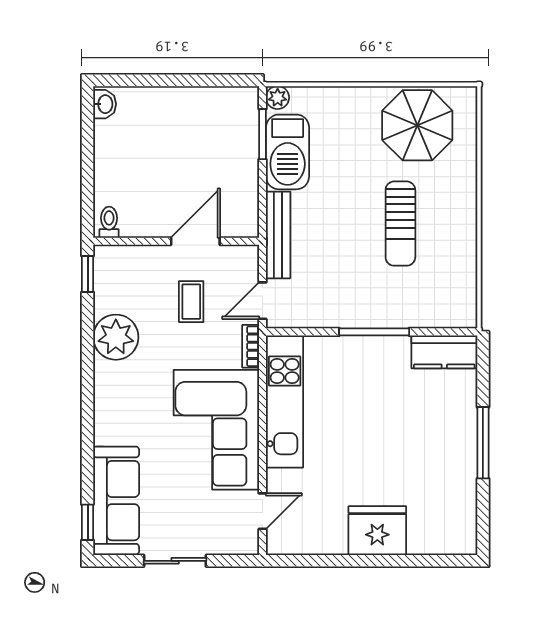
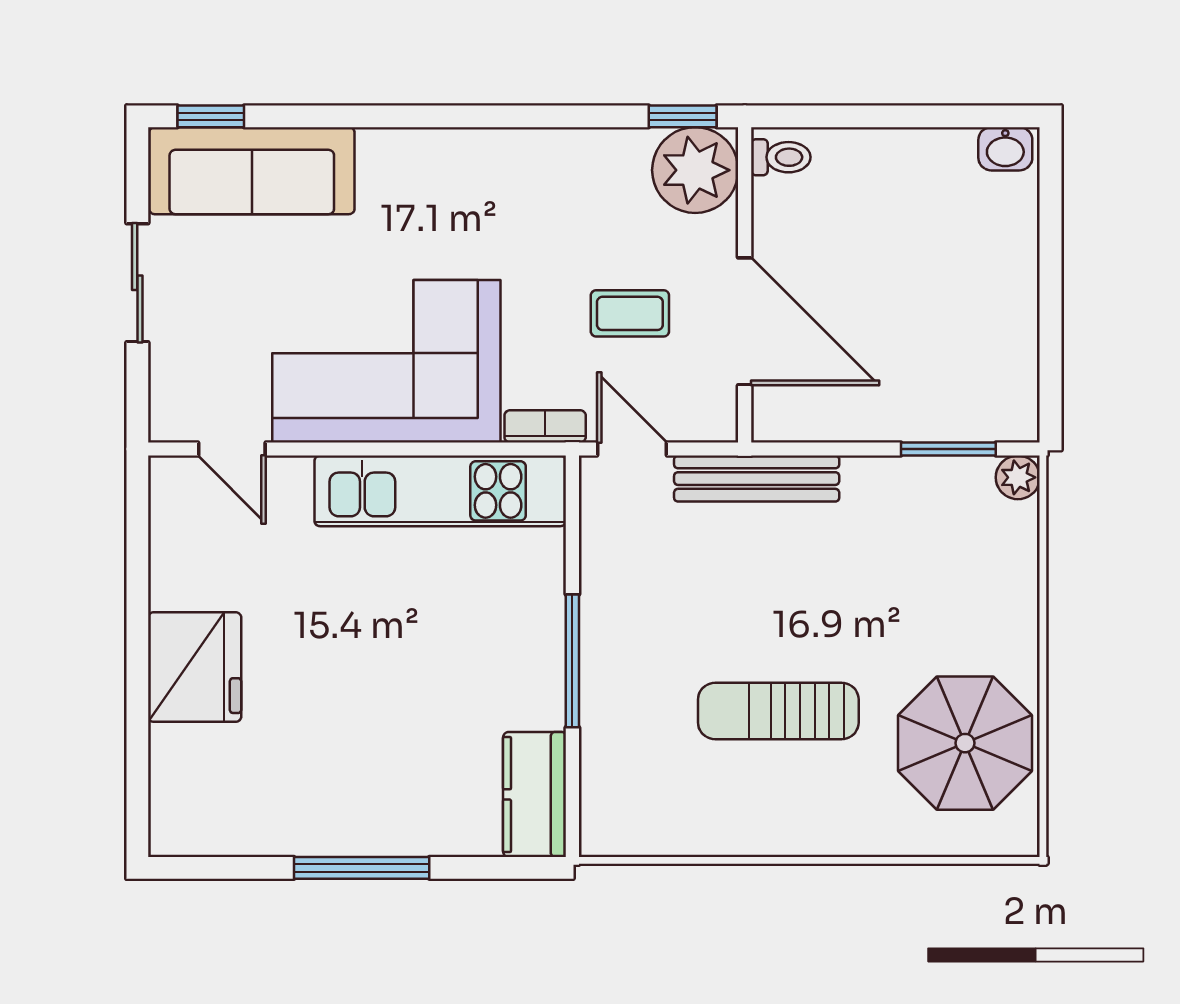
barbecue: (288, 152) -> (914, 496), removed
door: (195, 241) -> (745, 321), width x1.36
plant: (116, 337) -> (695, 170), moved

